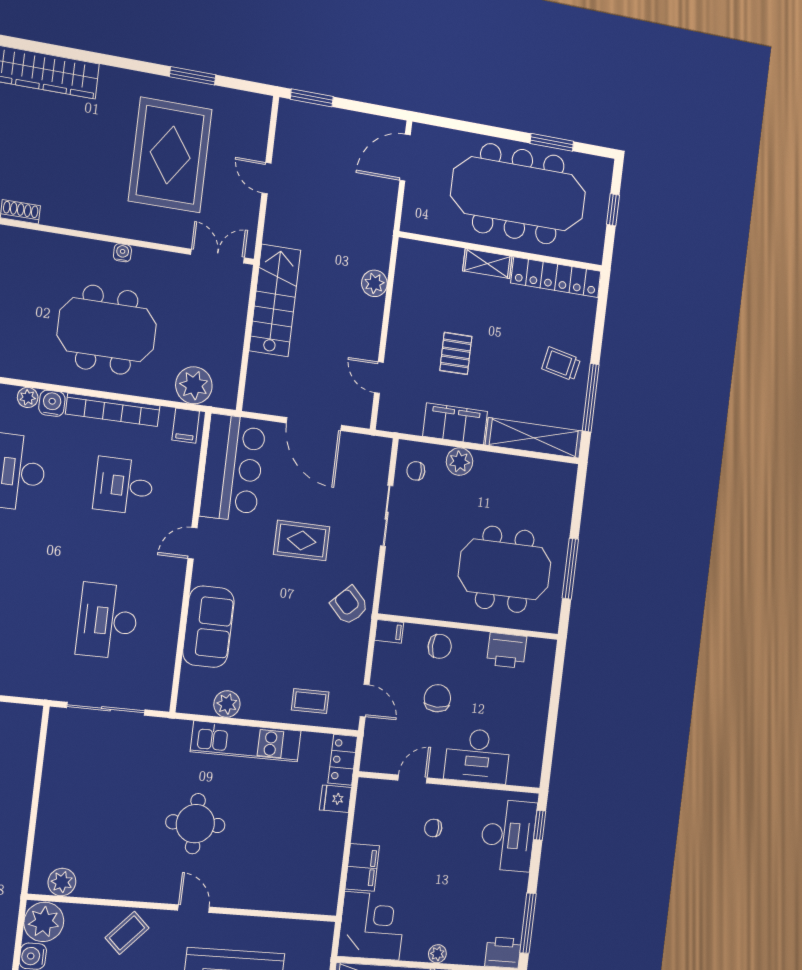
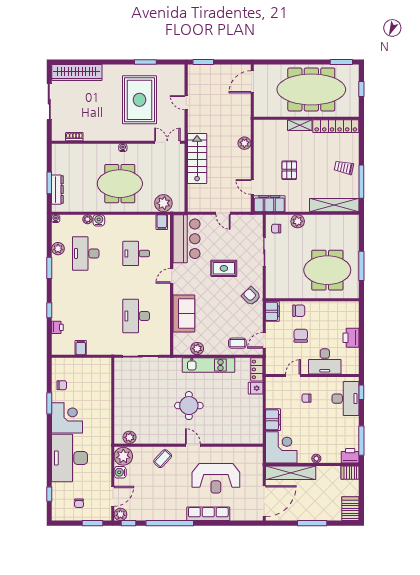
window: (552, 142) -> (341, 62), moved
bookcase: (113, 410) -> (127, 220), removed
door: (314, 424) -> (223, 213), width x0.53
filing cabinet: (455, 424) -> (269, 204), moved
filing cabinet: (389, 631) -> (272, 311), width x2.00
printer: (507, 650) -> (351, 338), moved, turned 90
door: (365, 701) -> (264, 340), swing flipped

